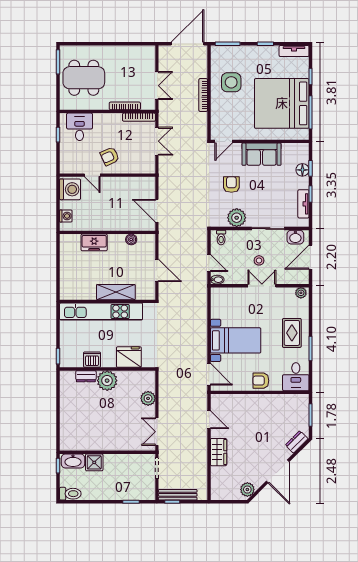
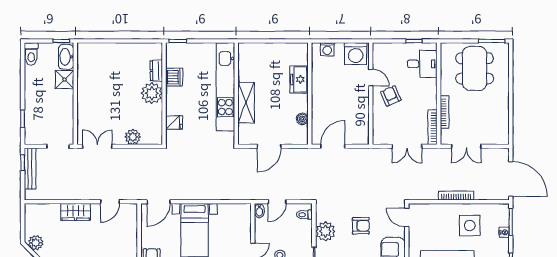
nightstand: (238, 50) -> (504, 232), added
door: (92, 175) -> (371, 77), swing flipped
fridge: (129, 357) -> (174, 123), width x0.53, depth x0.75

